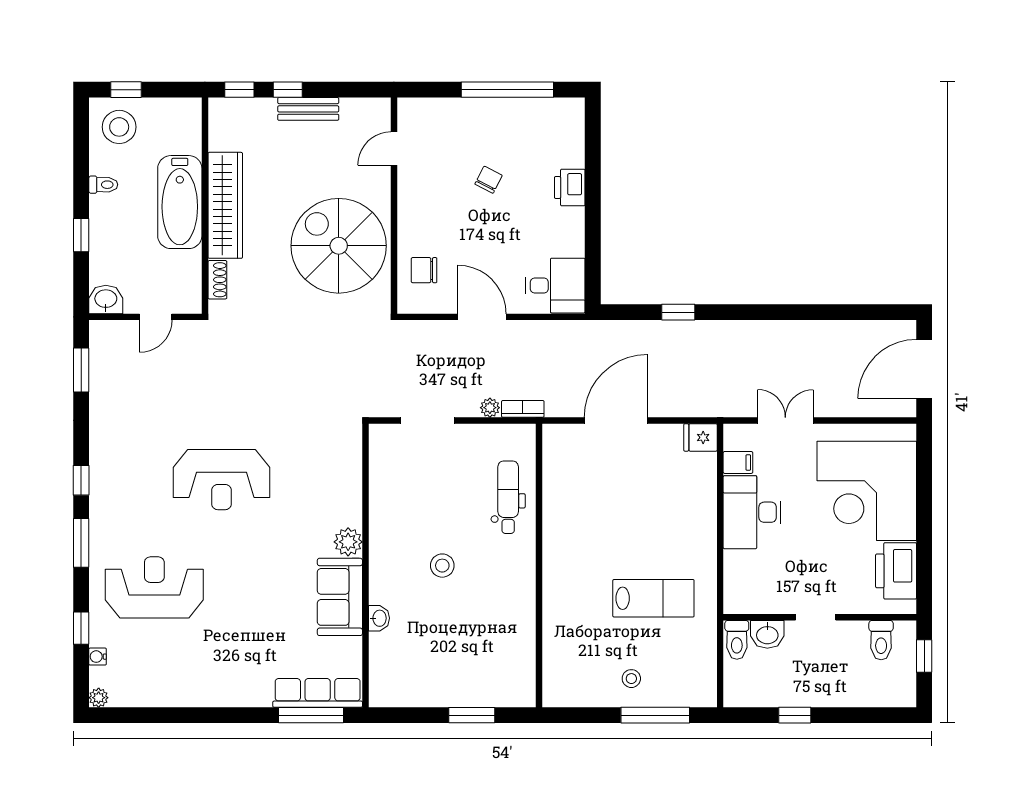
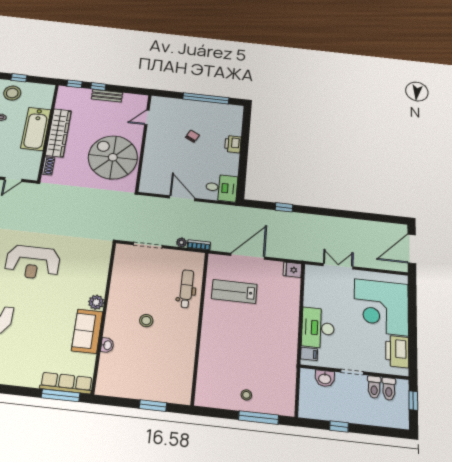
chair: (424, 270) -> (155, 173), removed
filing cabinet: (738, 462) -> (309, 354), moved
desk: (752, 512) -> (318, 328), moved
lab bench: (653, 598) -> (234, 291), moved, turned 180
toilet: (737, 640) -> (374, 387), moved

